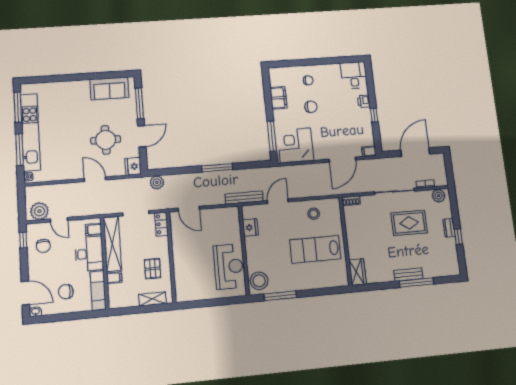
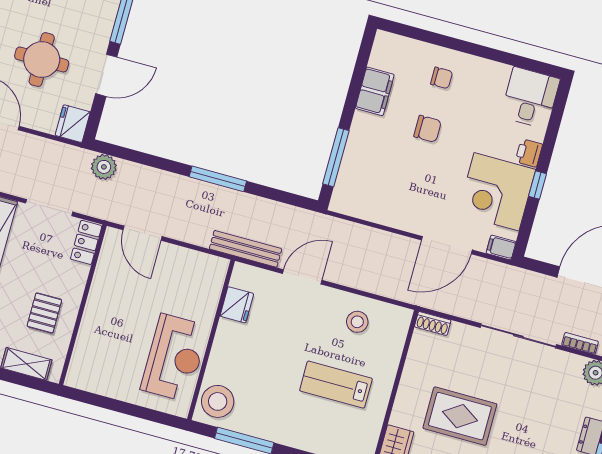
corner desk: (295, 145) -> (497, 192), moved, turned -90
rug: (409, 223) -> (460, 416), moved
lab bench: (315, 249) -> (336, 385), width x0.73, depth x0.72

